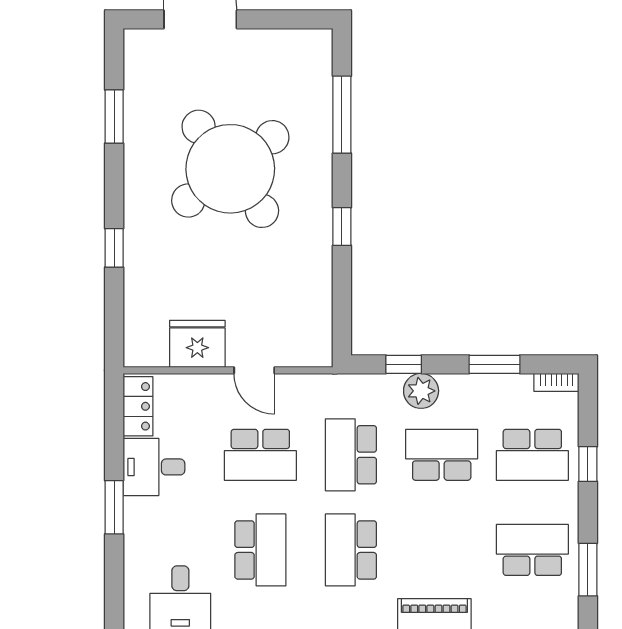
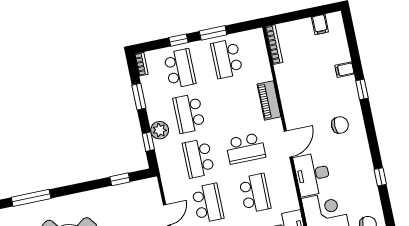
window: (342, 226) -> (120, 179), moved
school desk: (351, 455) -> (198, 158), turned 90
school desk: (260, 550) -> (255, 193), turned 90
window: (588, 570) -> (213, 33), moved

